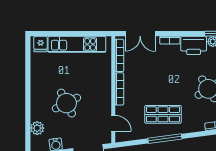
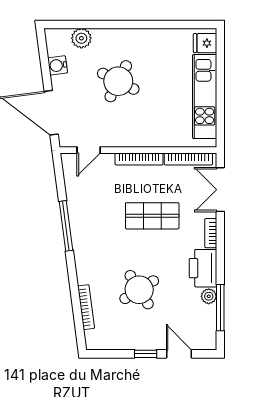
round table: (66, 103) -> (118, 81), turned -36
shop shelf: (163, 114) -> (152, 216), moved, turned 90

